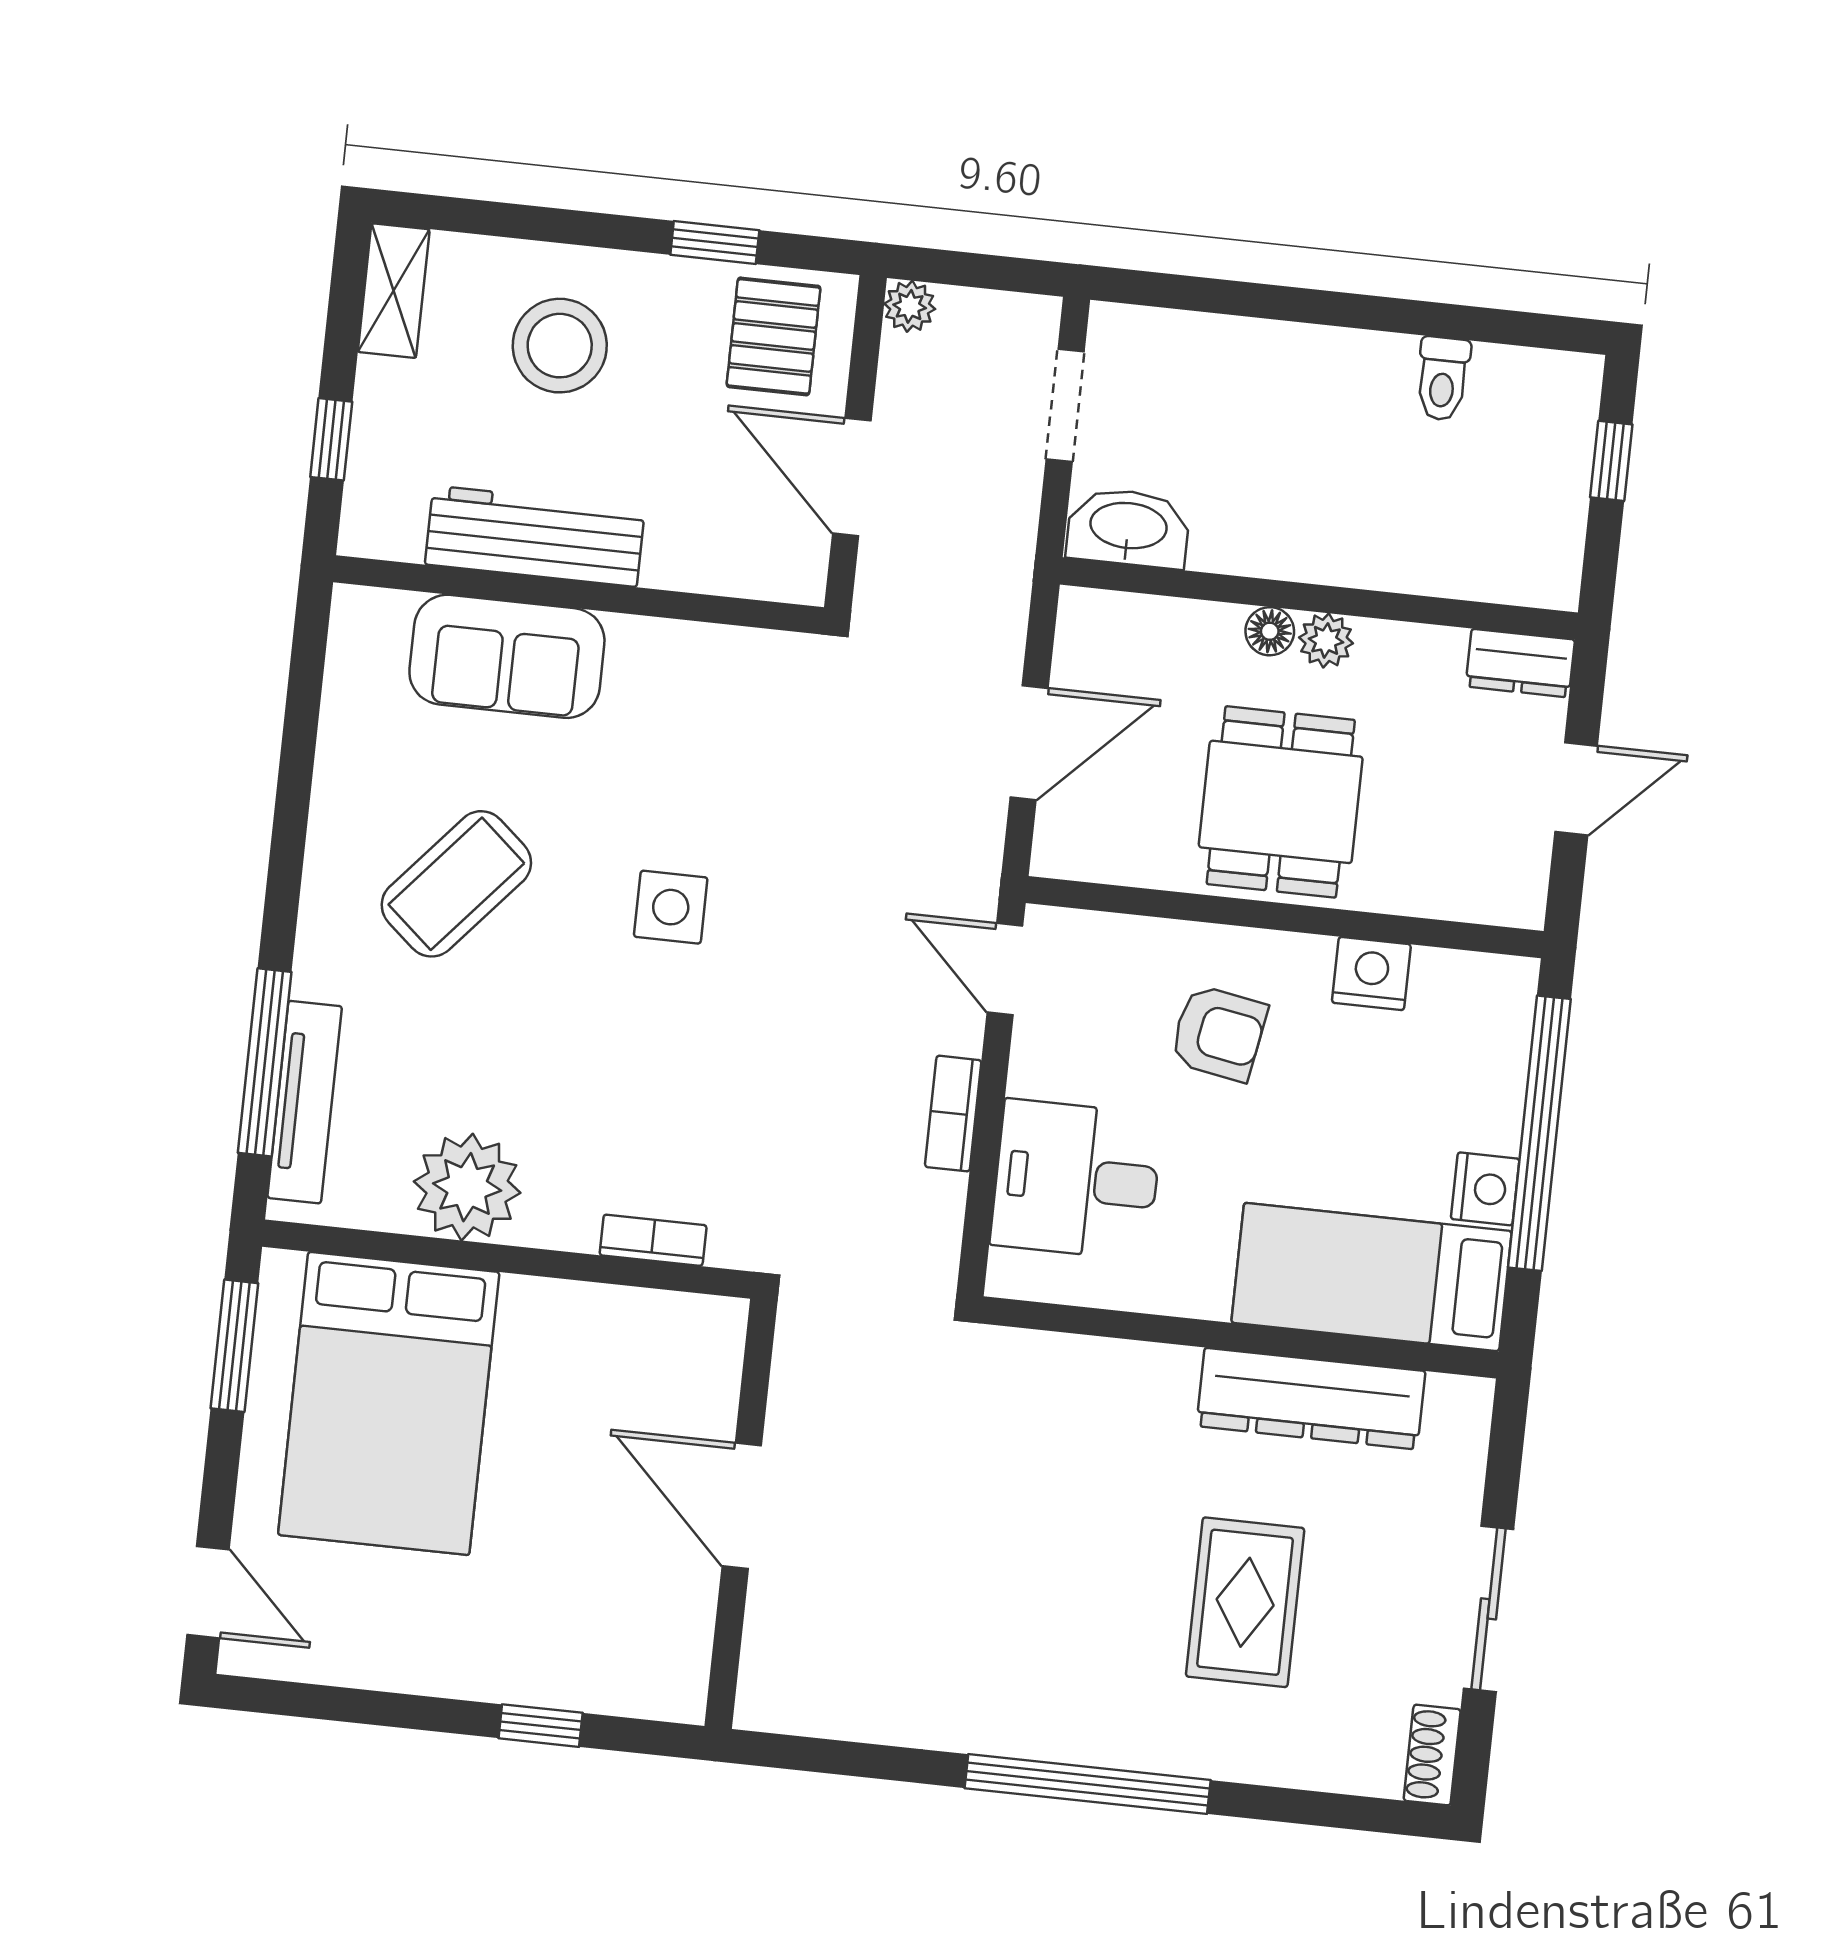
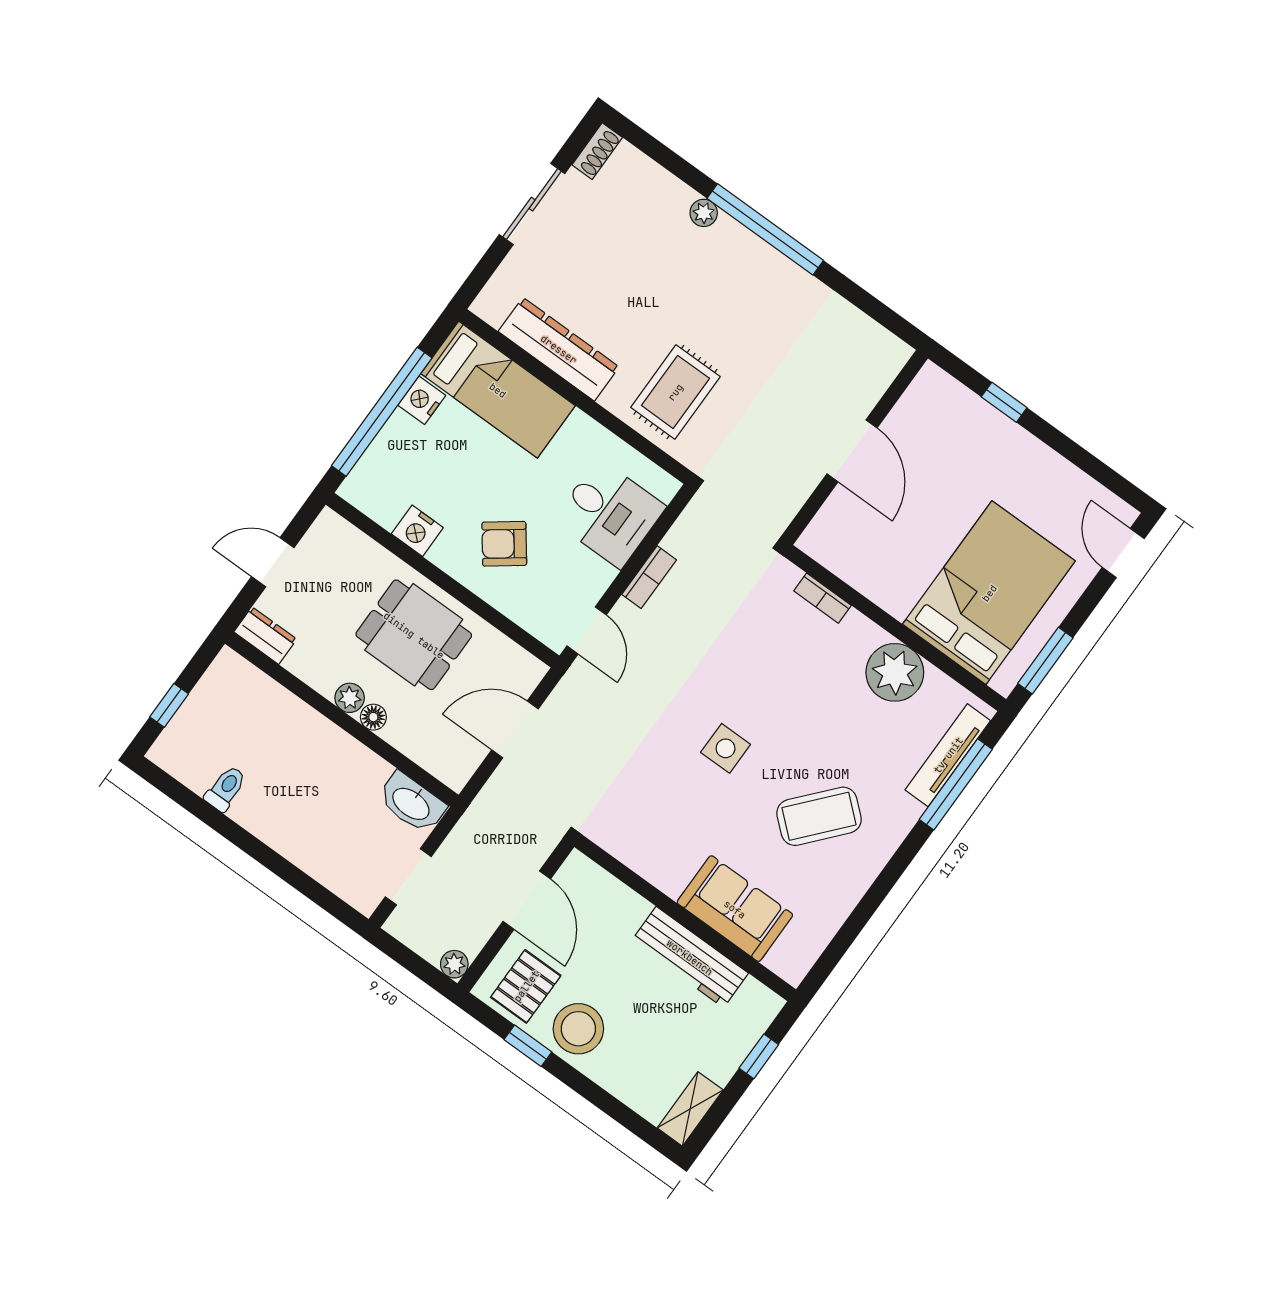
stool: (560, 346) -> (578, 1029), moved
dining table: (1281, 802) -> (414, 635), turned 90
armchair: (1219, 1033) -> (504, 544), turned -47
rug: (1245, 1602) -> (675, 392), moved
plant: (1203, 1754) -> (704, 213), added

